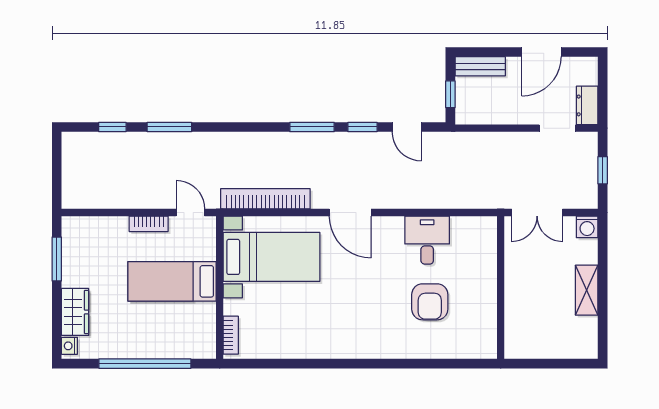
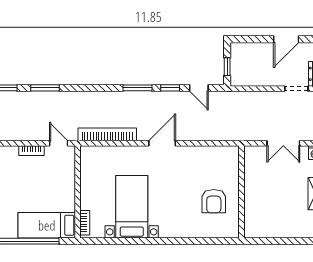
bench: (480, 66) -> (246, 48), removed
door: (350, 212) -> (162, 143), swing flipped
desk: (427, 240) -> (212, 161), removed
bed with nightstands: (271, 257) -> (132, 207), moved, turned -90
bed: (172, 281) -> (47, 225), moved
wall: (501, 287) -> (242, 192), moved

